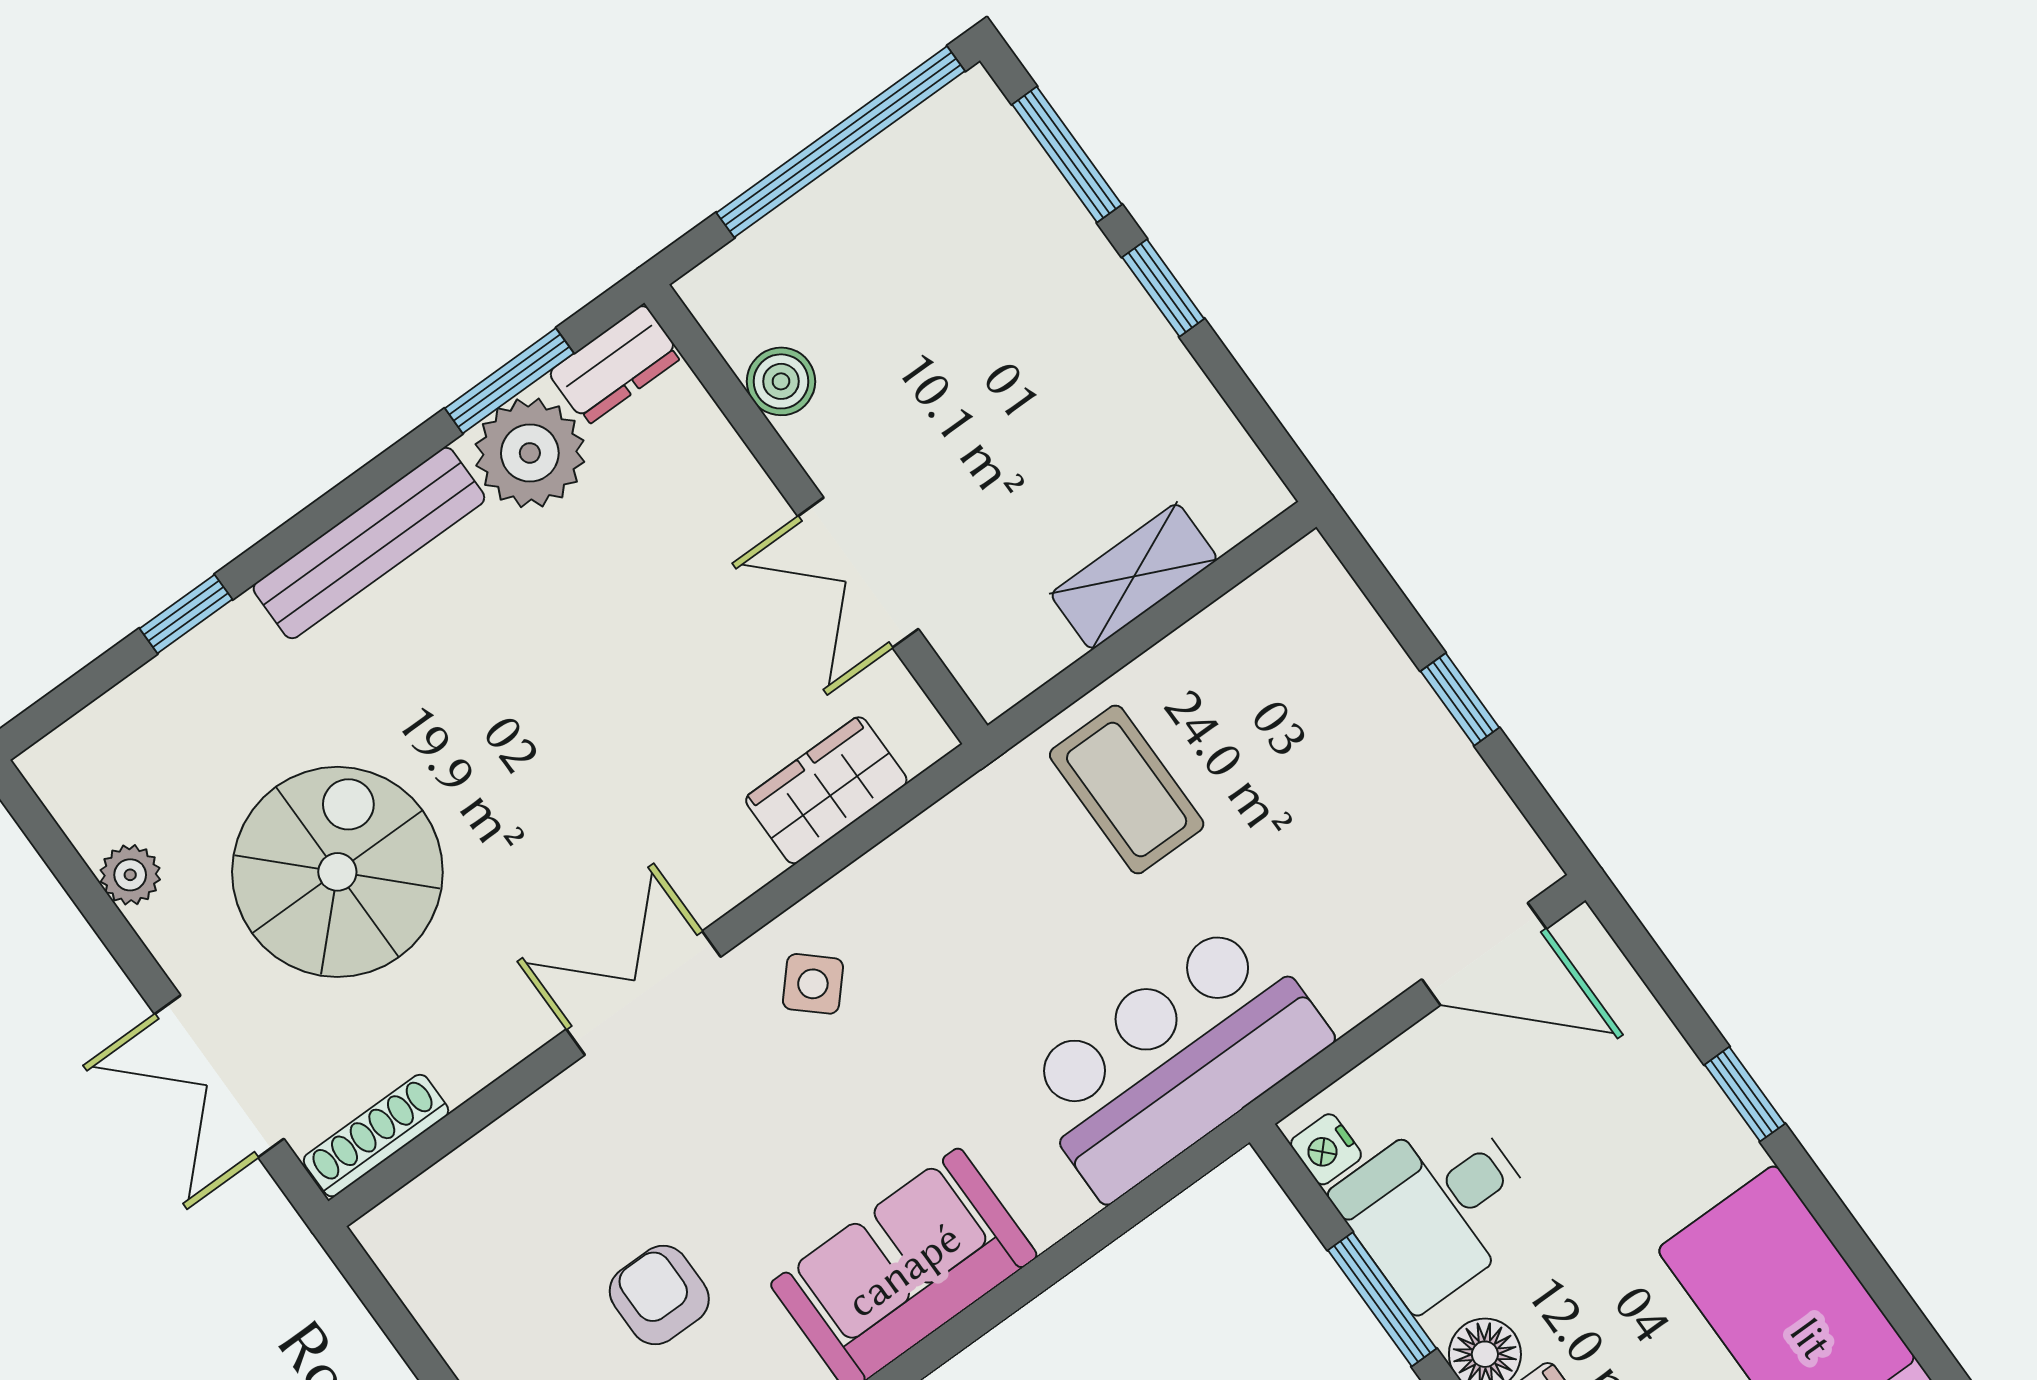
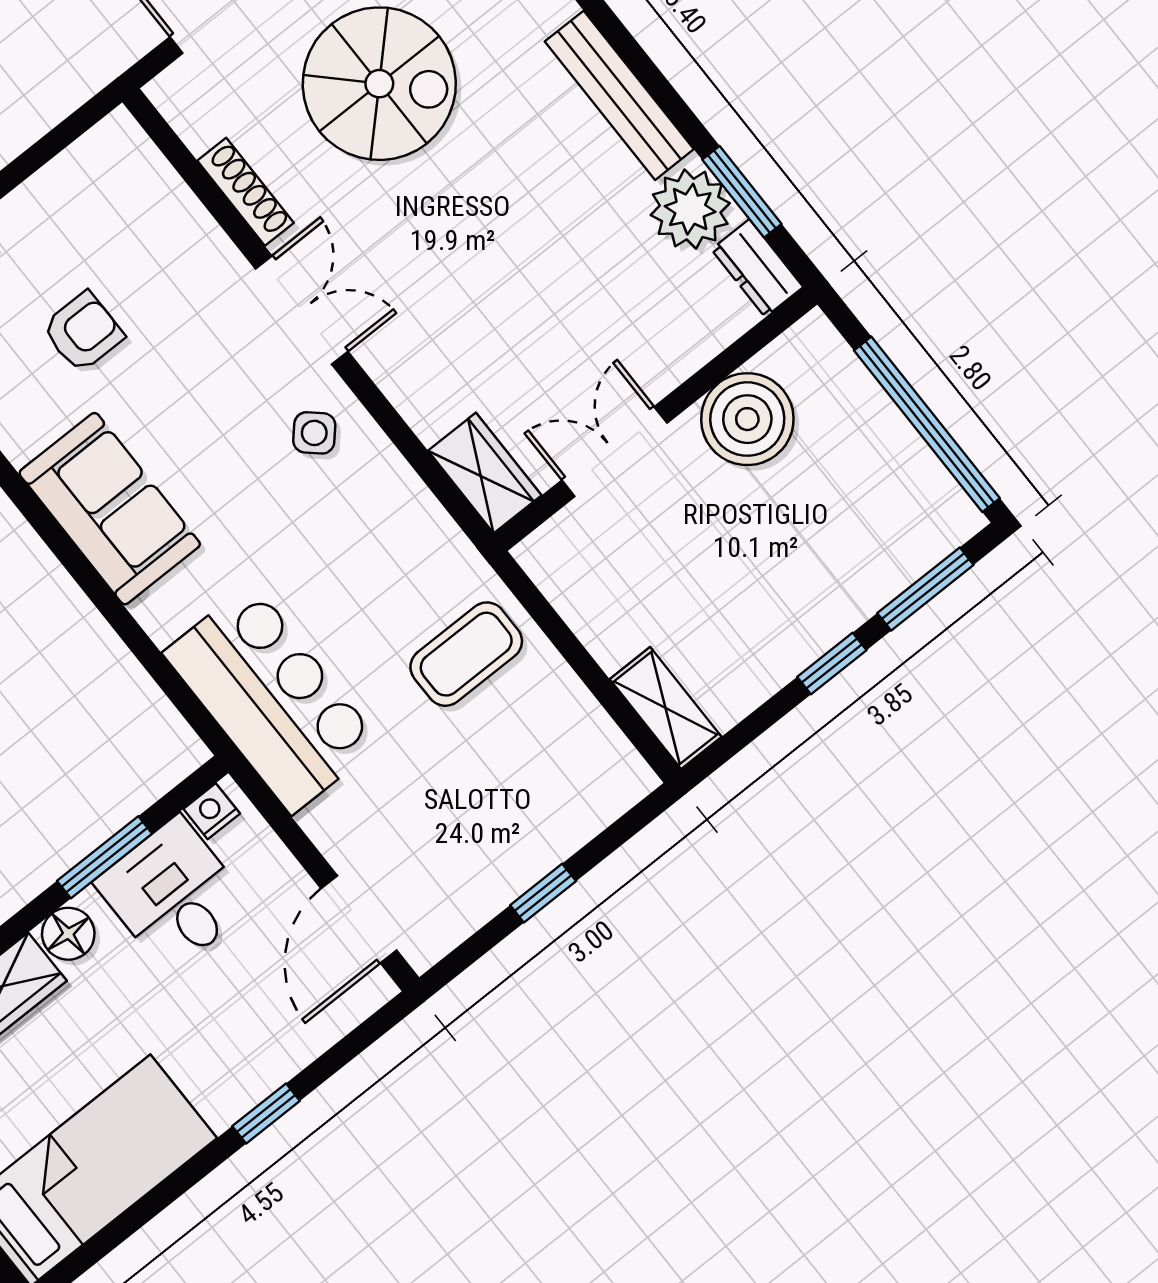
boiler: (781, 381) -> (747, 419), width x1.86, depth x1.86
shelving: (1134, 576) -> (666, 708), moved
wardrobe: (826, 790) -> (485, 473), moved
shoe rack: (376, 1136) -> (246, 192), moved

